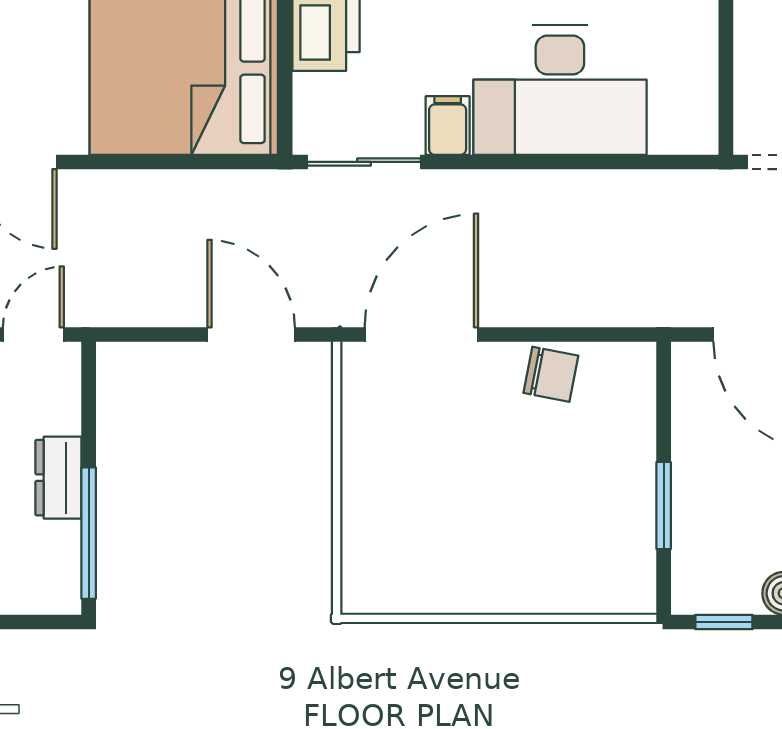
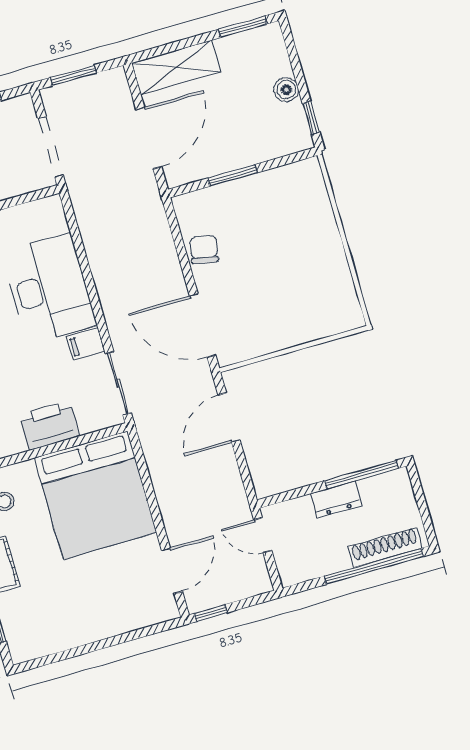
window: (664, 506) -> (232, 175), moved

